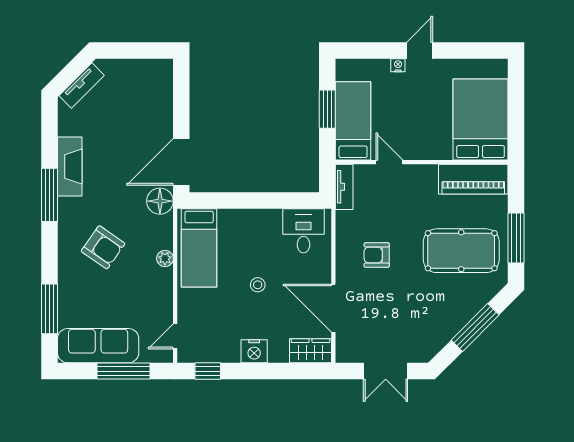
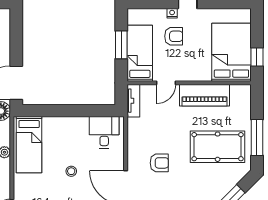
armchair: (400, 97) -> (174, 36), added
window: (516, 126) -> (257, 57), added
door: (389, 162) -> (166, 83), swing flipped
piano: (473, 179) -> (205, 95), moved
armchair: (377, 255) -> (159, 163), moved, turned 180

